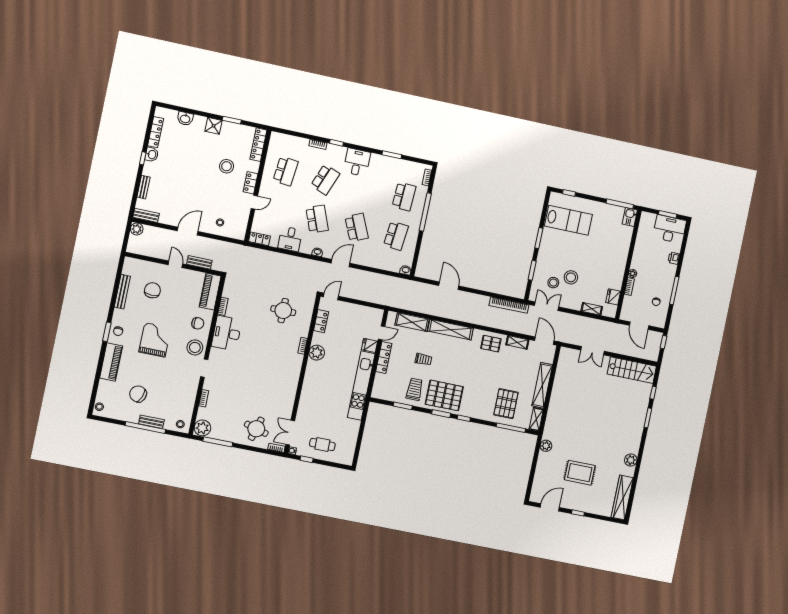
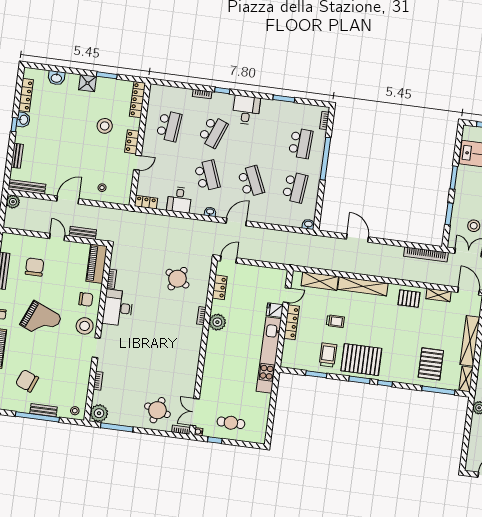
bench: (146, 215) -> (27, 187), width x1.36
round table: (283, 311) -> (177, 279), turned 30
grand piano: (155, 340) -> (41, 321), turned 113

